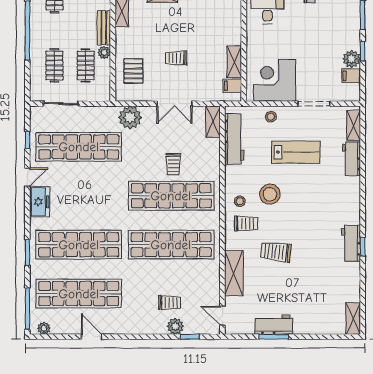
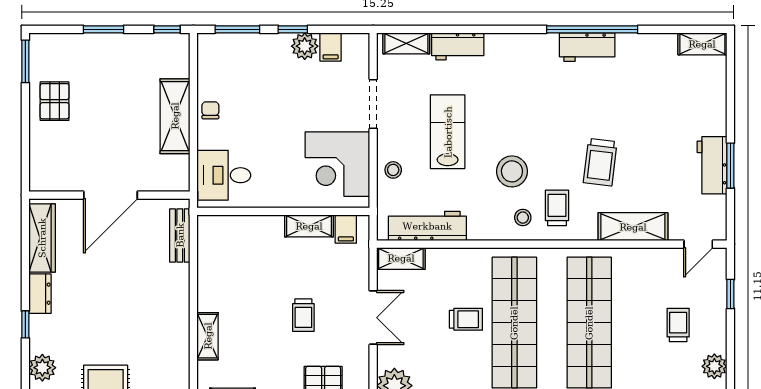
window: (363, 247) -> (592, 29), width x3.17
plant: (175, 326) -> (714, 366), moved

